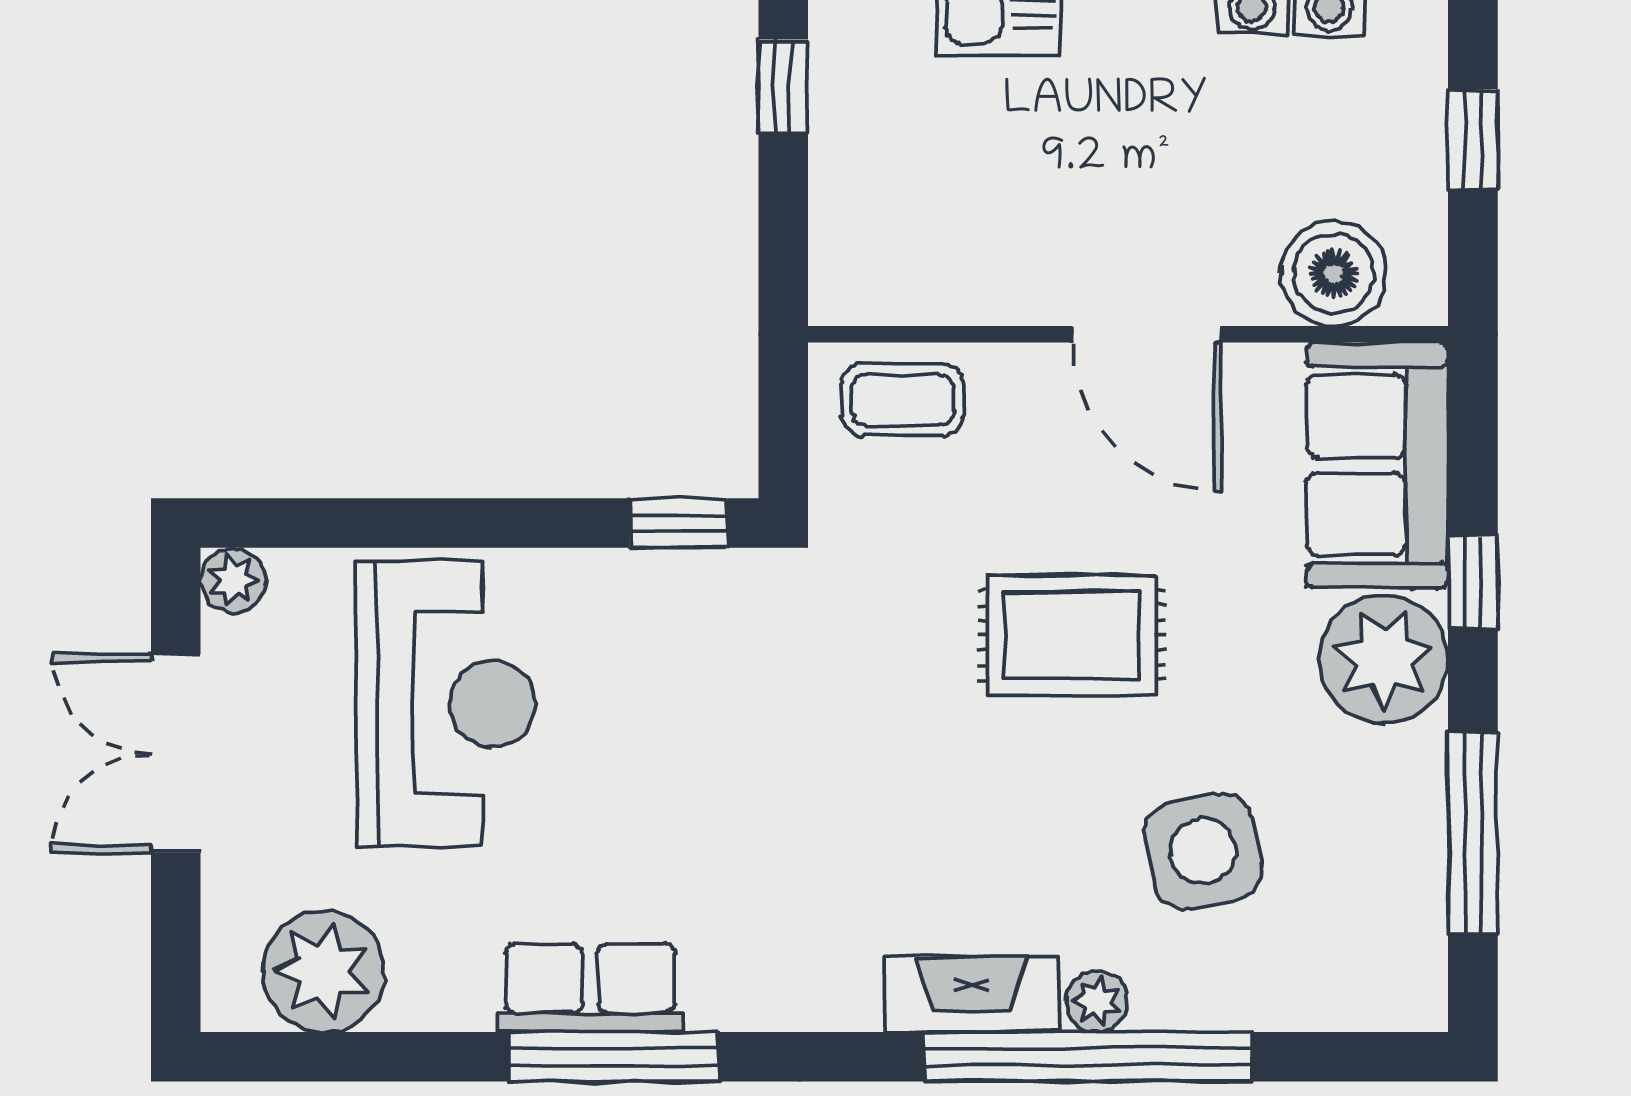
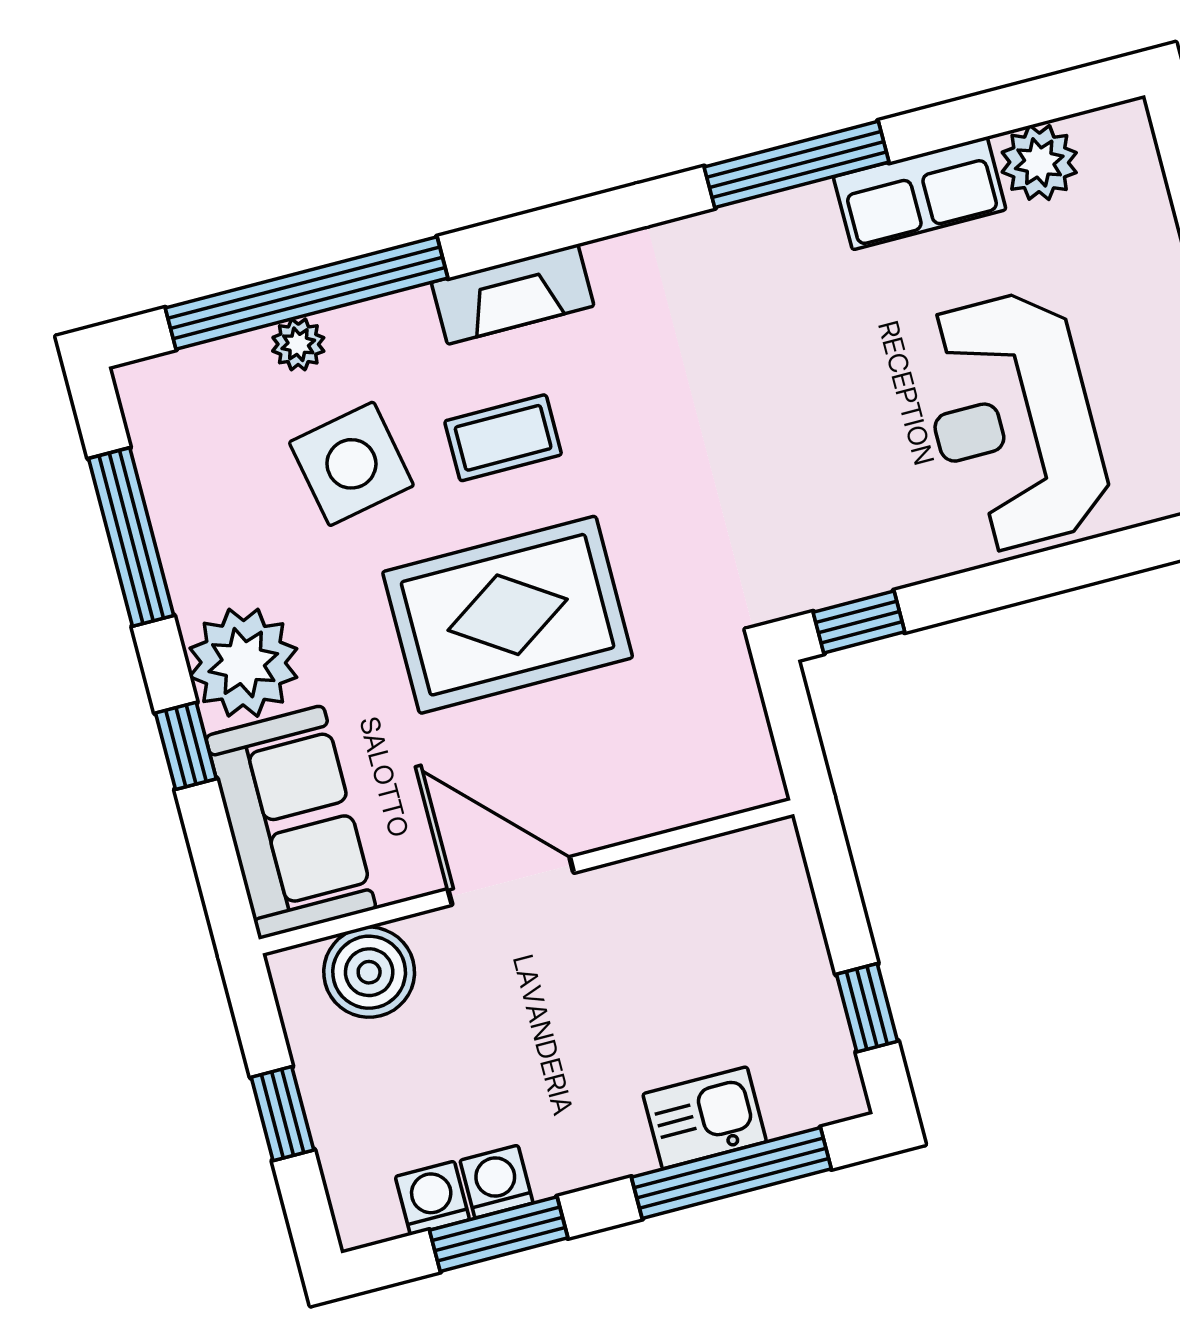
coffee table: (903, 400) -> (503, 438), moved
rug: (1072, 635) -> (508, 615), width x1.36, depth x1.43
plant: (323, 971) -> (1039, 162), width x0.73, depth x0.73
row of seats: (590, 988) -> (920, 193), moved
plant: (1097, 1001) -> (298, 344), moved
window: (1088, 1057) -> (306, 293), moved

